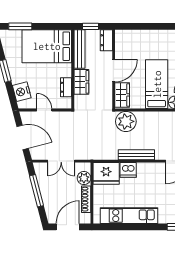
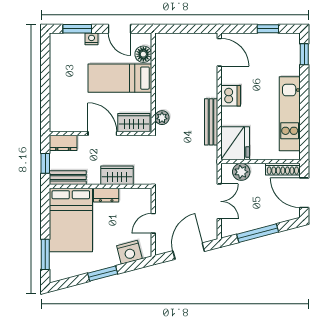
bench: (79, 49) -> (68, 178), width x0.73
dresser: (66, 87) -> (106, 195), moved
plant: (126, 121) -> (162, 118), width x0.53, depth x0.53
bench: (136, 155) -> (211, 122), moved
dishwasher: (128, 170) -> (231, 96), moved
shoe rack: (86, 199) -> (283, 169), moved

